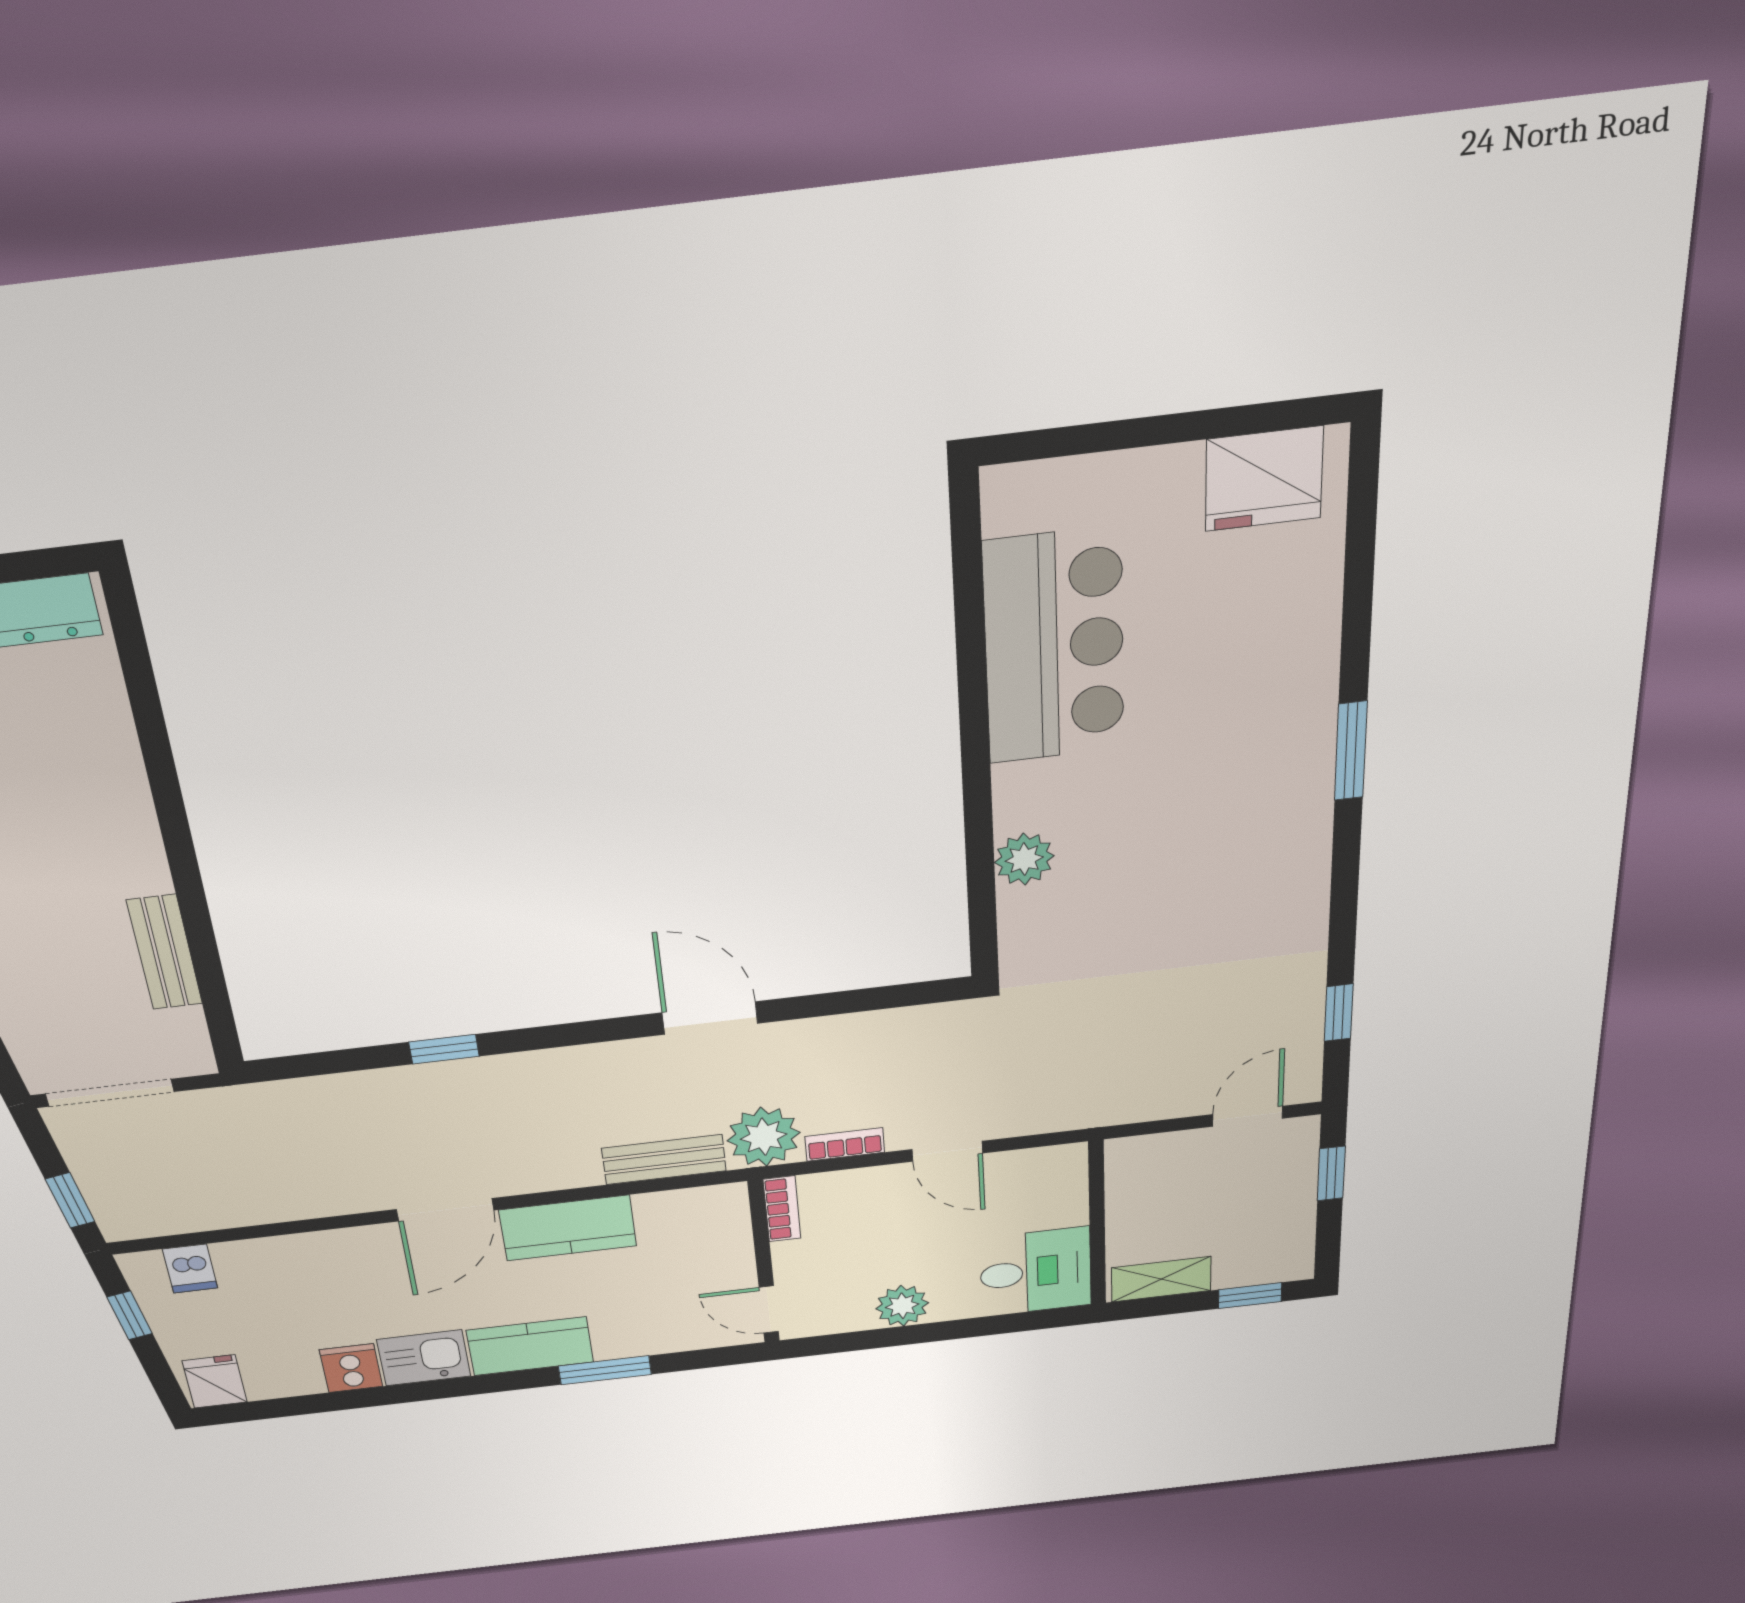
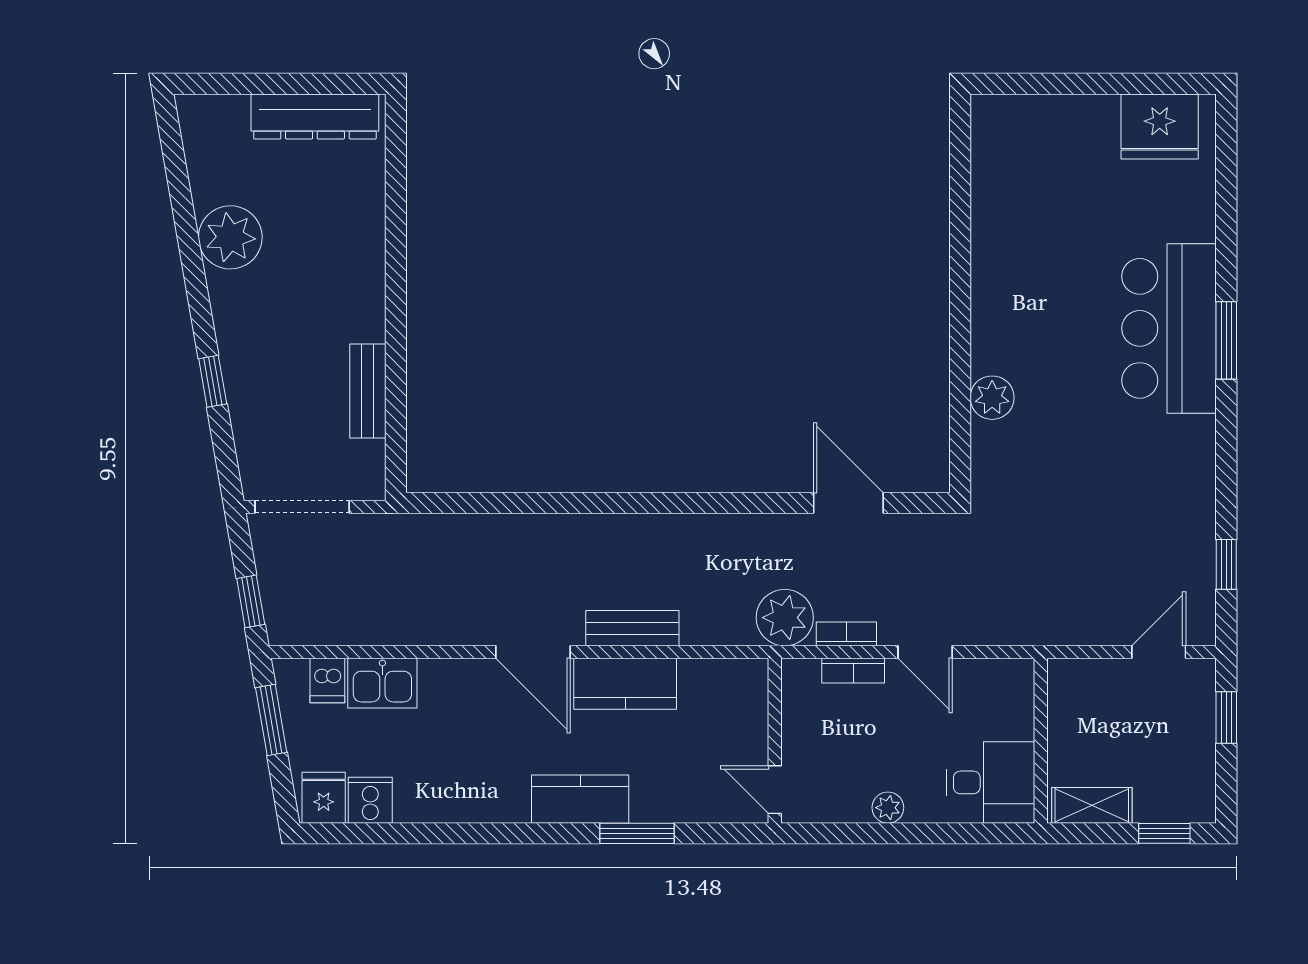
bar counter: (1054, 647) -> (1169, 328), moved, turned 180
door: (710, 1018) -> (848, 503), moved
window: (444, 1049) -> (554, 503), removed
bench: (664, 1159) -> (632, 628), moved
bookcase: (782, 1209) -> (853, 671), moved, turned 90
door: (445, 1210) -> (533, 652), hinge flipped
plant: (902, 1306) -> (888, 808), width x0.73, depth x0.73
window: (130, 1315) -> (271, 720), width x1.50
kitchen sink: (424, 1358) -> (382, 683), moved, turned 180
cooker: (351, 1368) -> (370, 800), moved

